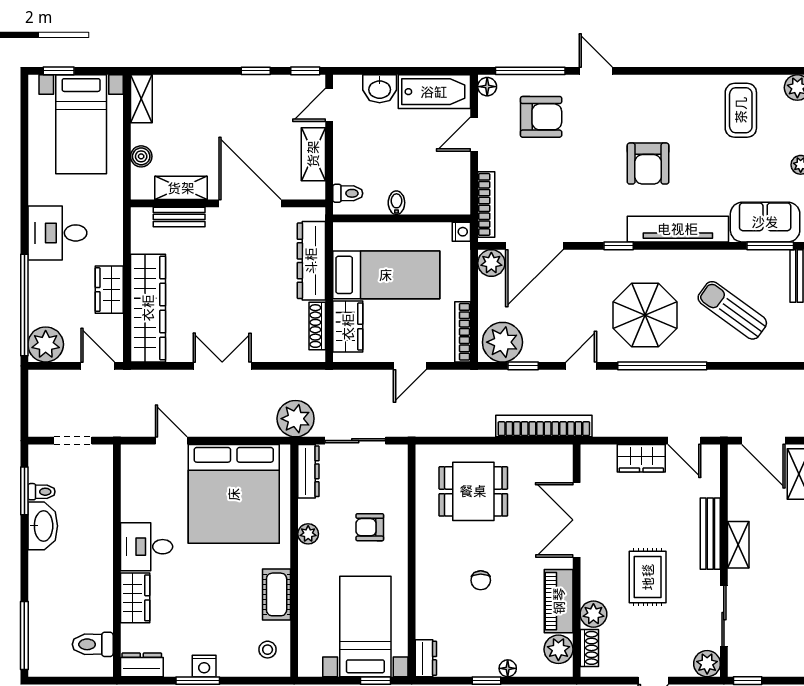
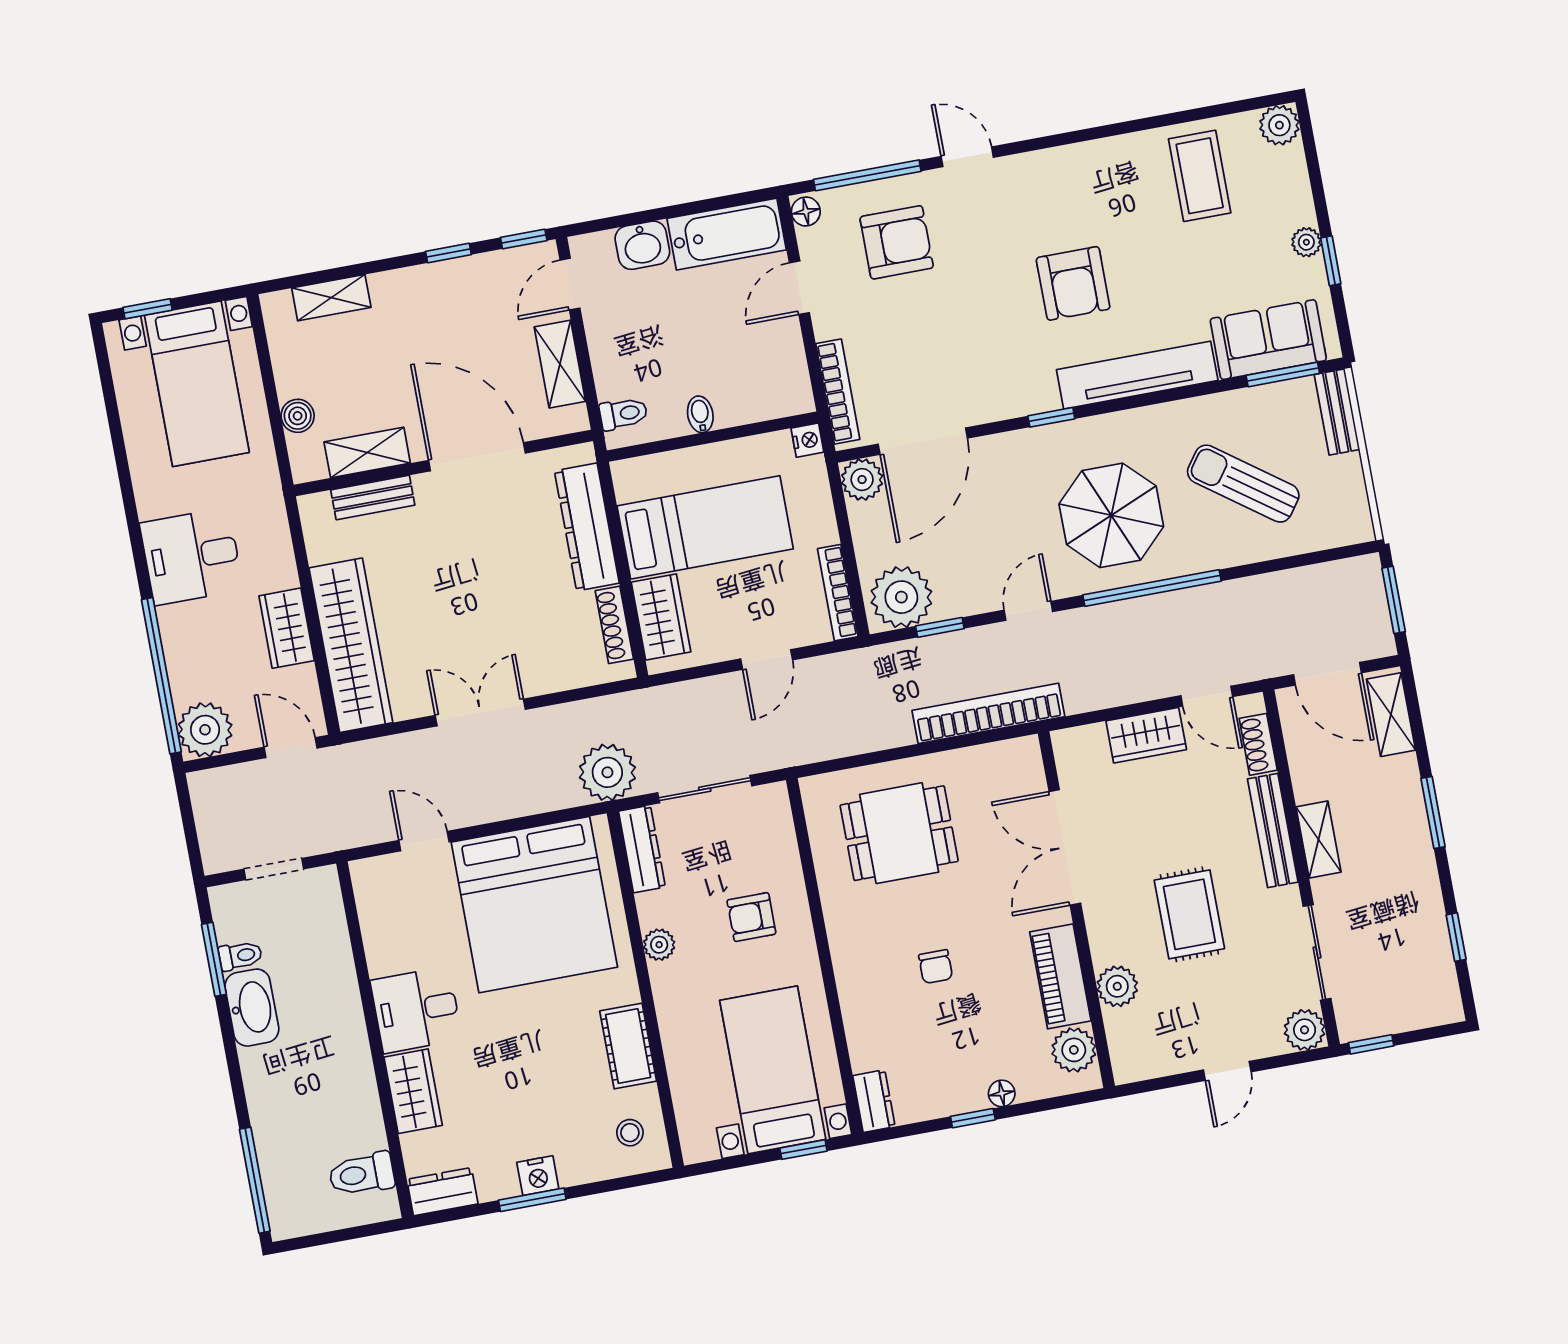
shelving: (141, 99) -> (331, 298), moved, turned 90
shoe rack: (589, 648) -> (1258, 744), moved, turned 180

